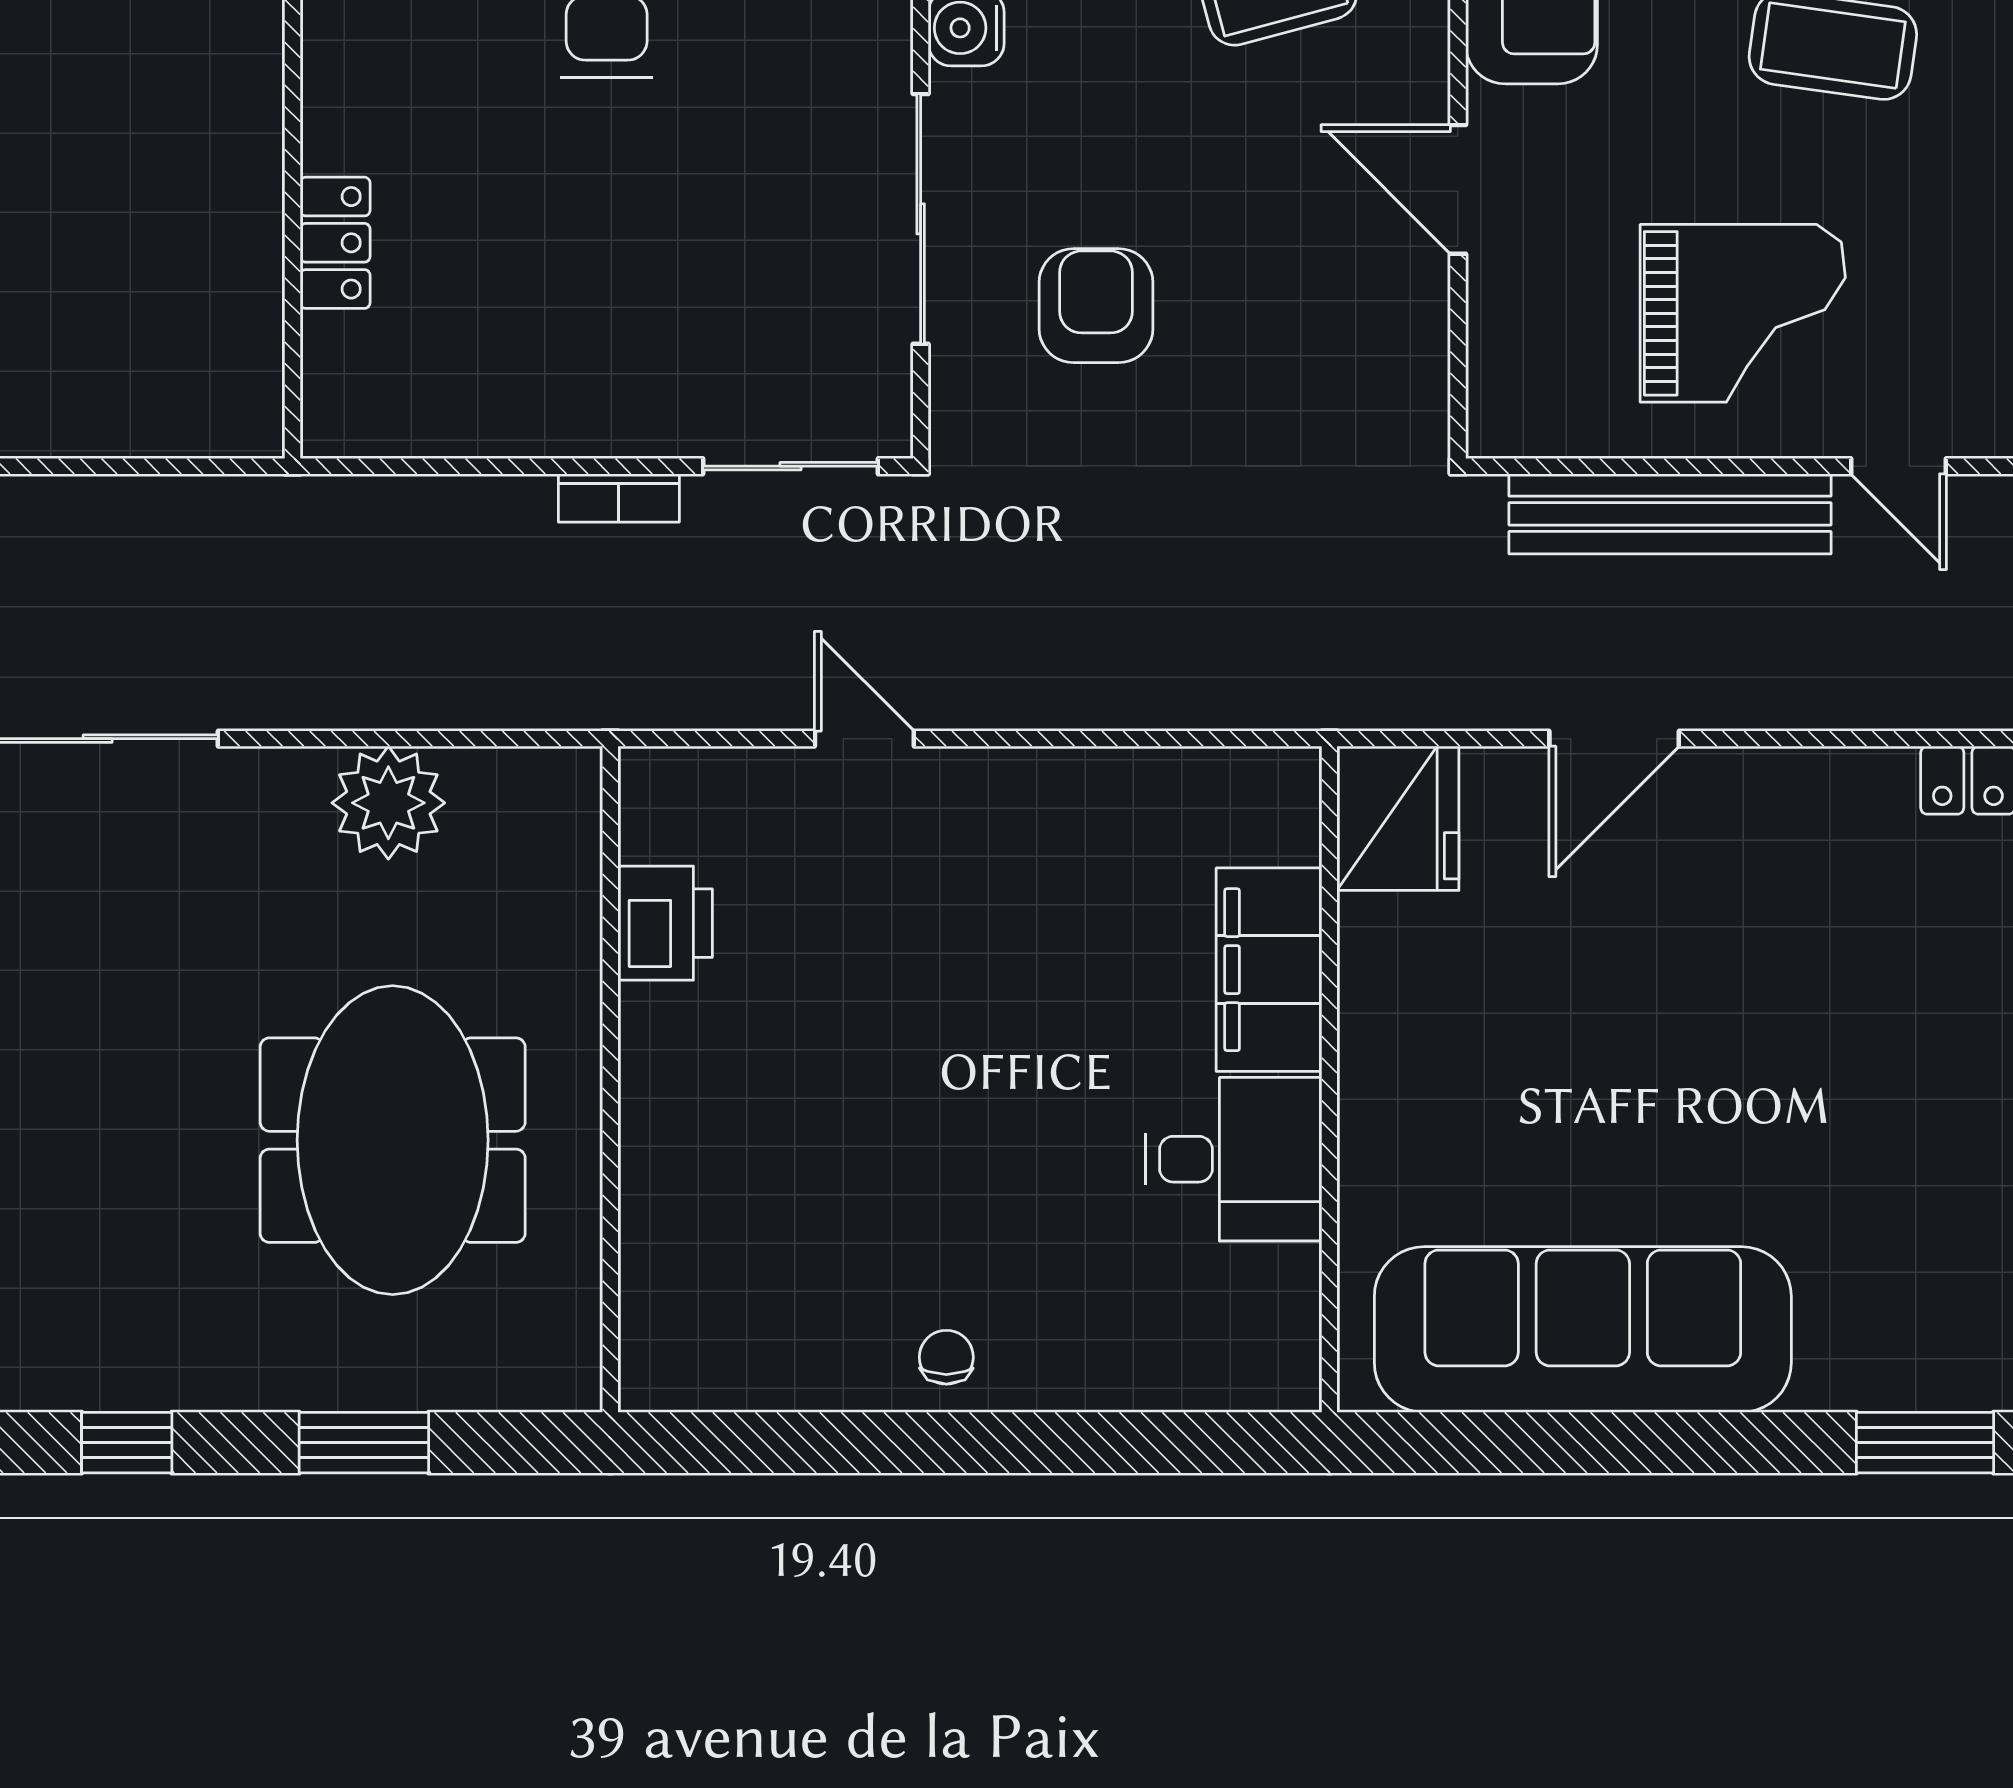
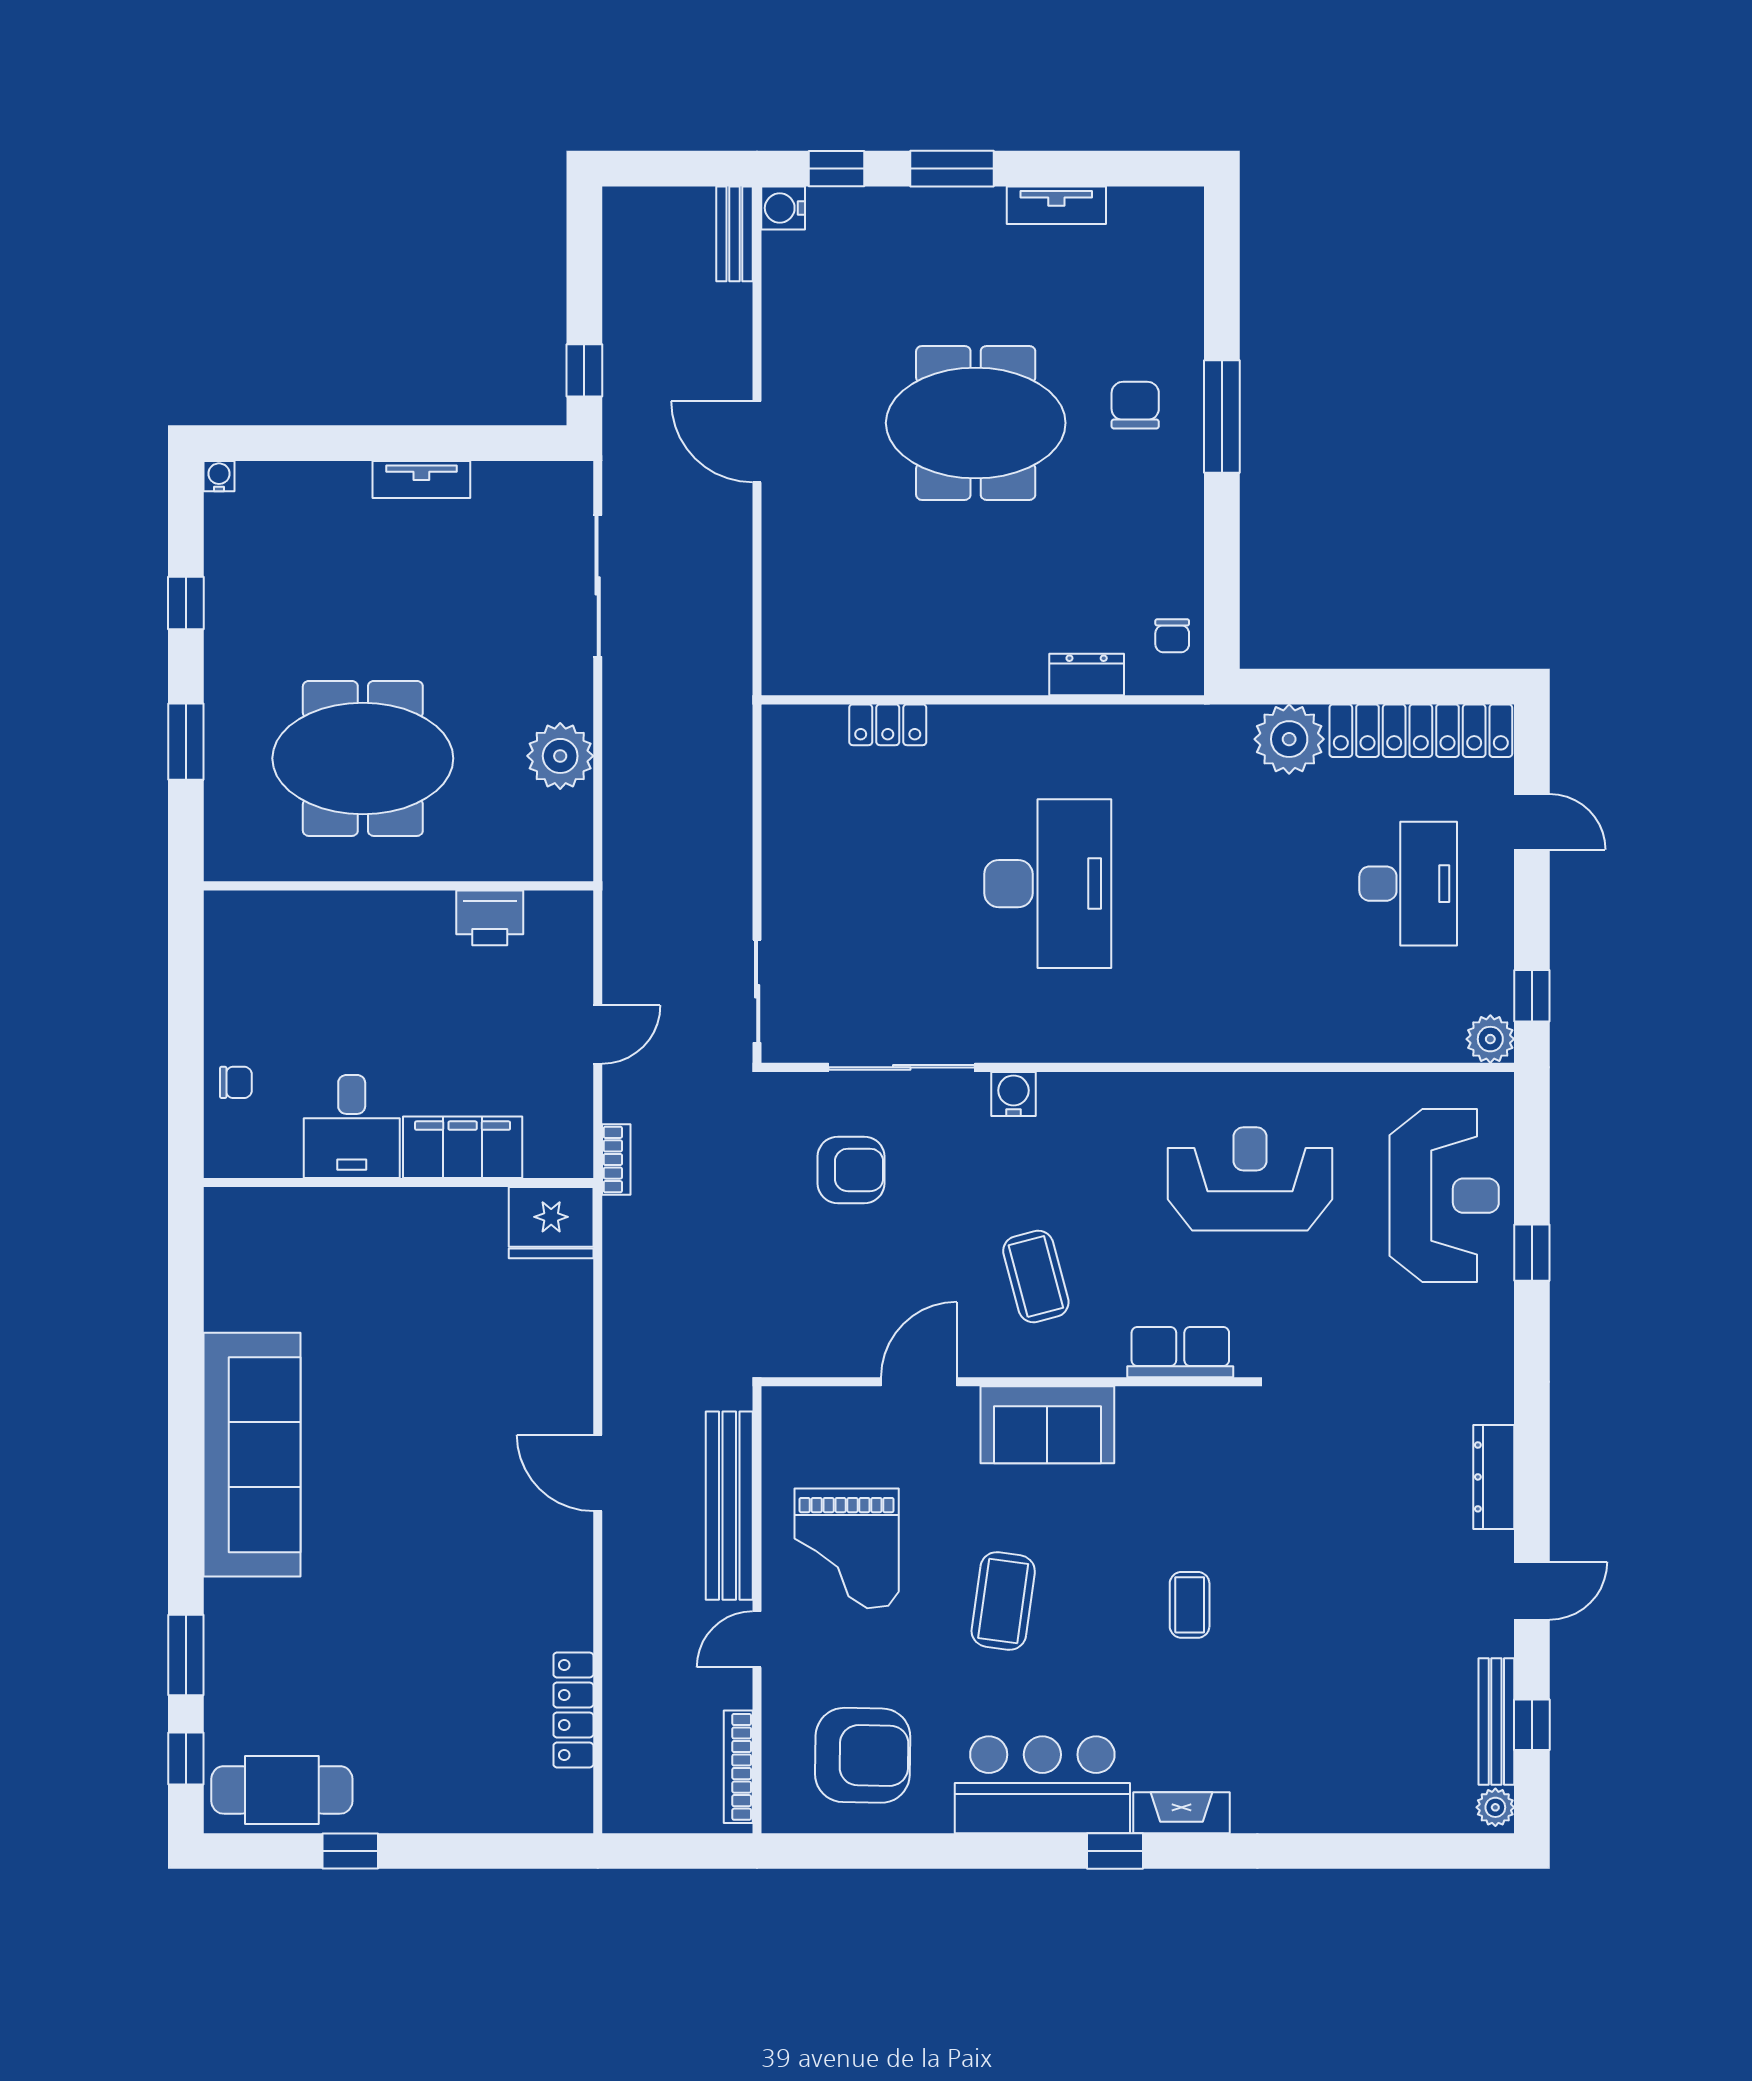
bookcase: (619, 498) -> (616, 1159), moved, turned 180
fridge: (1398, 818) -> (551, 1223), moved
filing cabinet: (1269, 970) -> (463, 1147), moved
wall: (1329, 1079) -> (398, 1182), moved
desk: (1234, 1159) -> (352, 1126), moved

